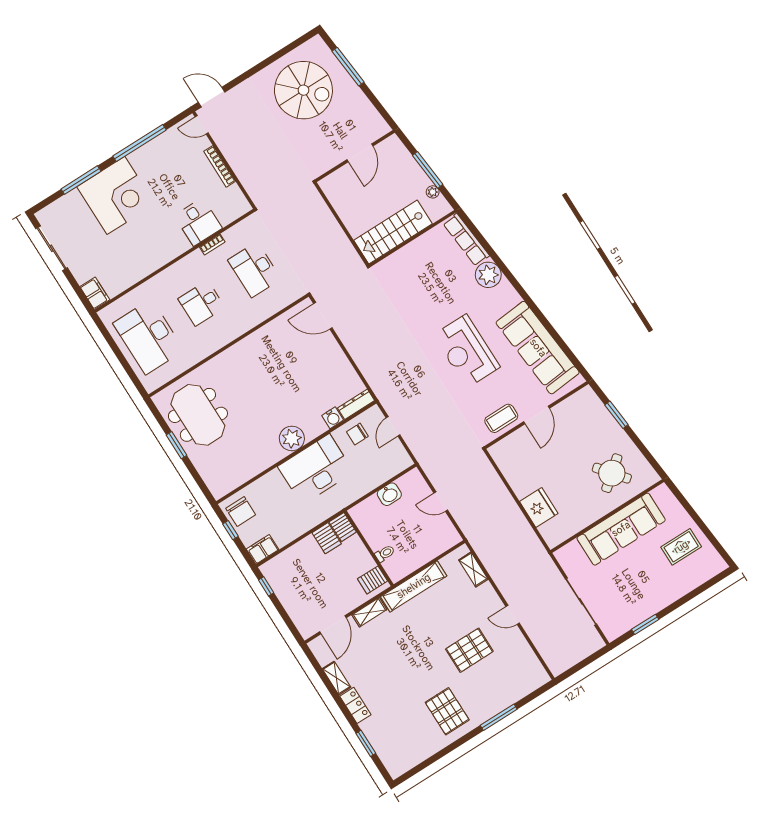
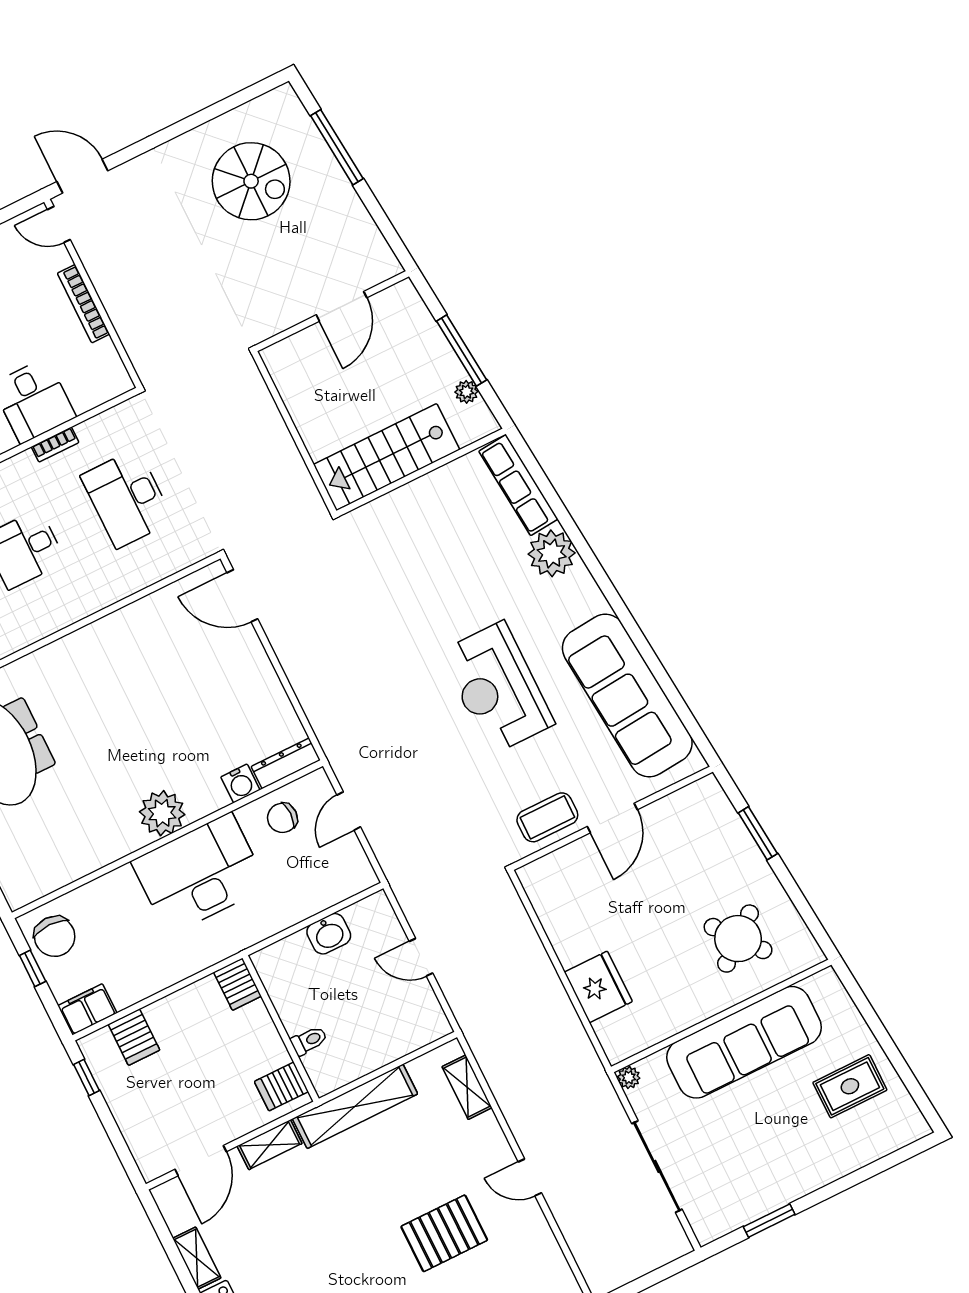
spiral stairs: (303, 90) -> (251, 181), width x0.73, depth x0.73
server rack: (327, 538) -> (134, 1037), moved
plant: (561, 555) -> (629, 1077), added

